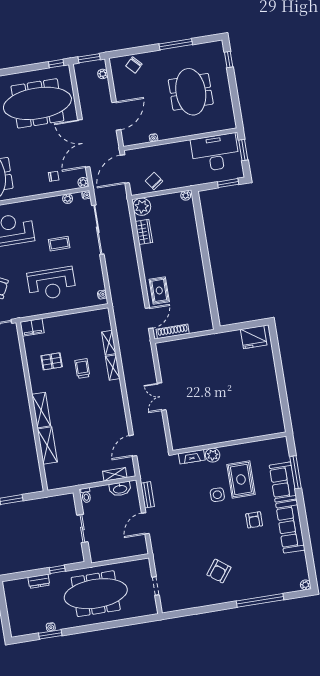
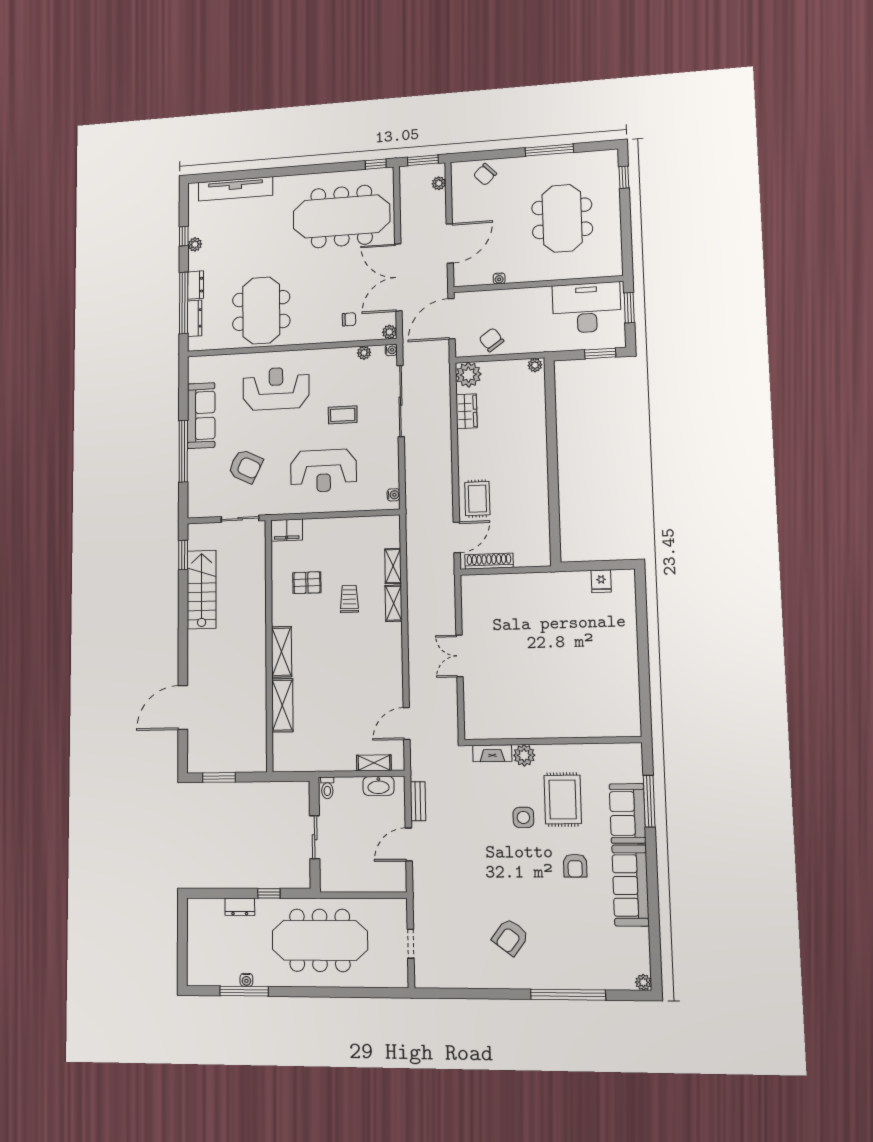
fridge: (254, 337) -> (601, 581), width x0.53, depth x0.75
window: (50, 634) -> (244, 991), width x1.44

